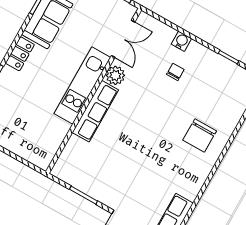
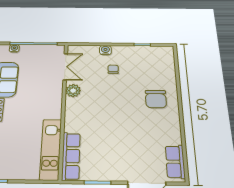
kitchen unit: (82, 85) -> (51, 149), moved
row of seats: (95, 111) -> (71, 156), moved

